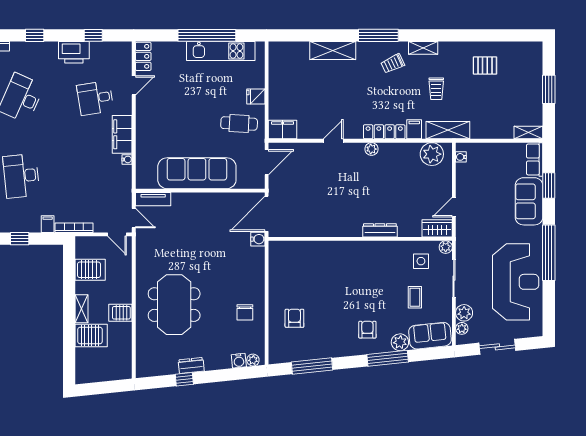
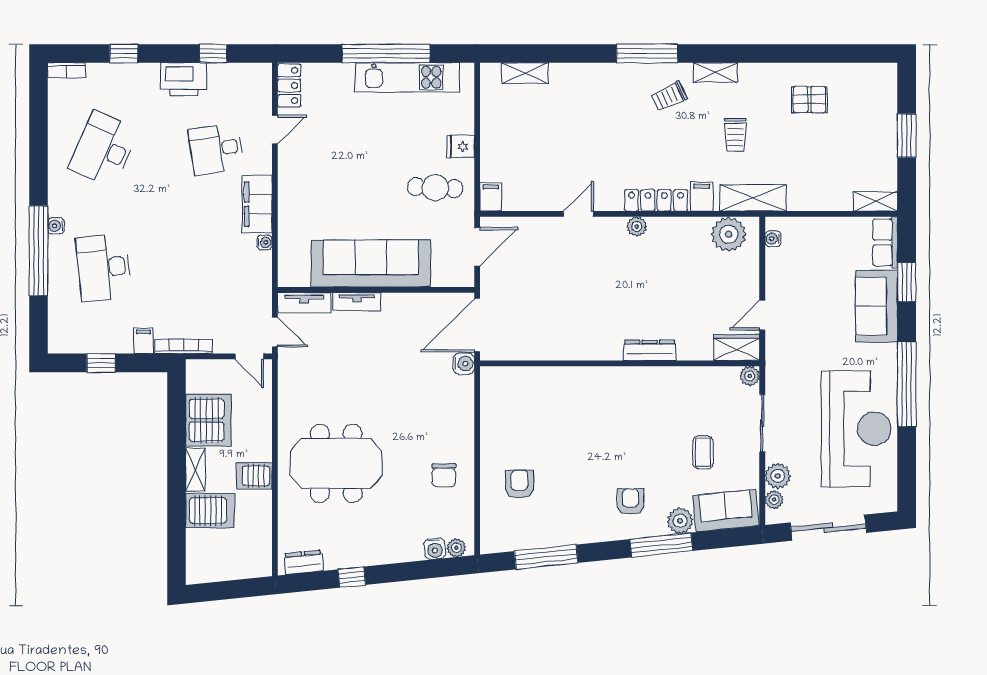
shelving: (333, 50) -> (525, 73), moved, width x0.67, depth x0.75
filing cabinet: (283, 130) -> (491, 197), width x0.50
tv unit: (188, 198) -> (357, 302), added
side table: (421, 261) -> (712, 397), removed
server rack: (90, 270) -> (208, 420), width x1.60
meeting table: (174, 305) -> (336, 463), turned 90
sliding door: (497, 347) -> (828, 528), width x1.37
dresser: (191, 366) -> (304, 562), moved

